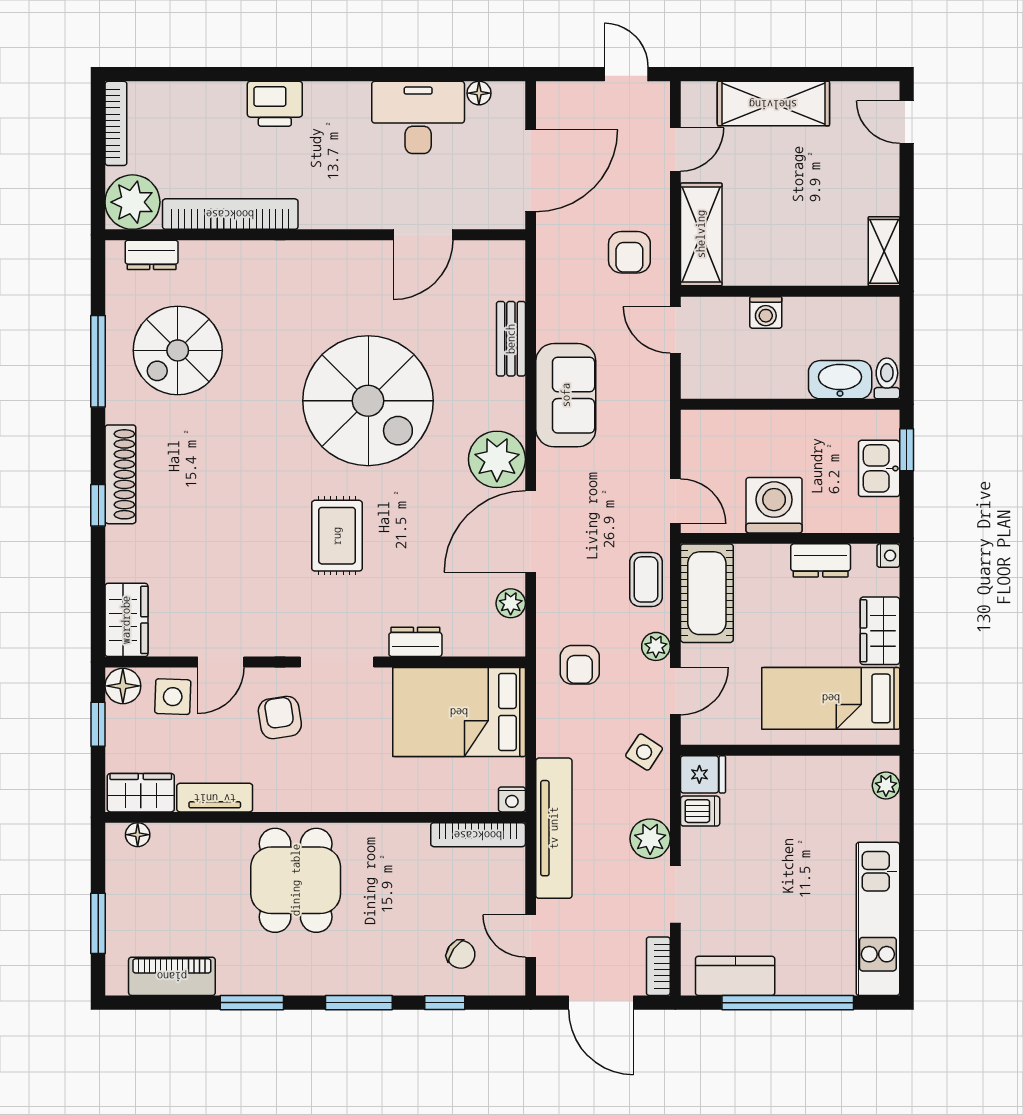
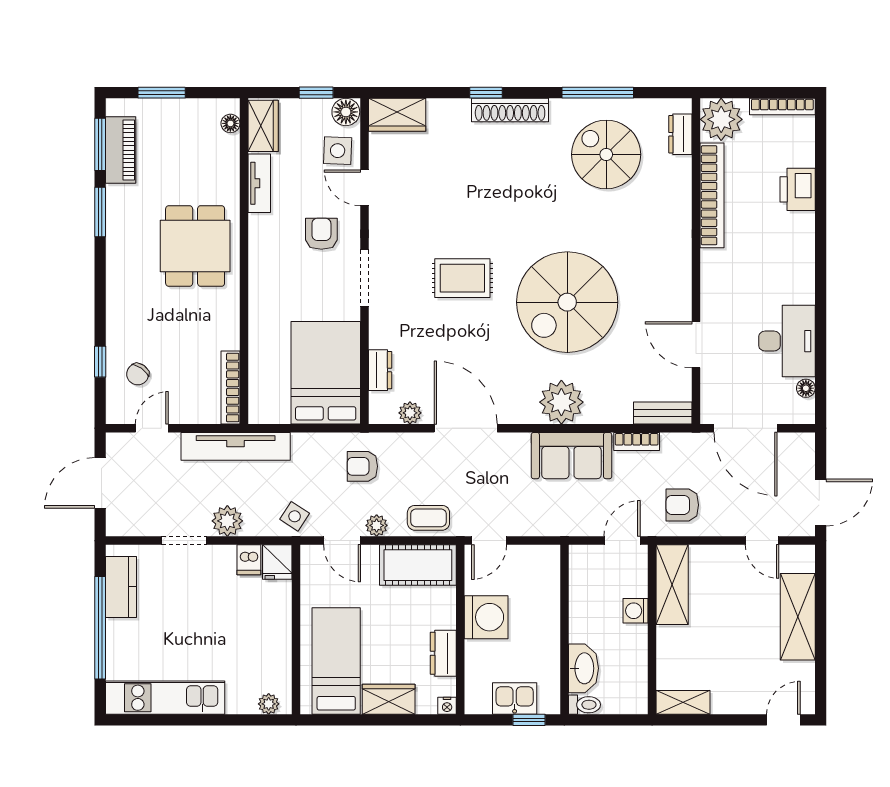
door: (626, 74) -> (821, 502), width x1.38
printer: (275, 104) -> (798, 189), moved
shelving: (701, 234) -> (672, 585), moved, turned 90
bench: (511, 339) -> (663, 413), moved
plant: (497, 459) -> (561, 402), moved
dresser: (415, 642) -> (380, 370), moved
armchair: (280, 717) -> (321, 234), turned -81
nightstand: (512, 799) -> (258, 414), removed
dining table: (296, 880) -> (195, 246), turned 90
bookcase: (658, 966) -> (637, 441), moved, turned 180
window: (359, 1003) -> (100, 144), moved

